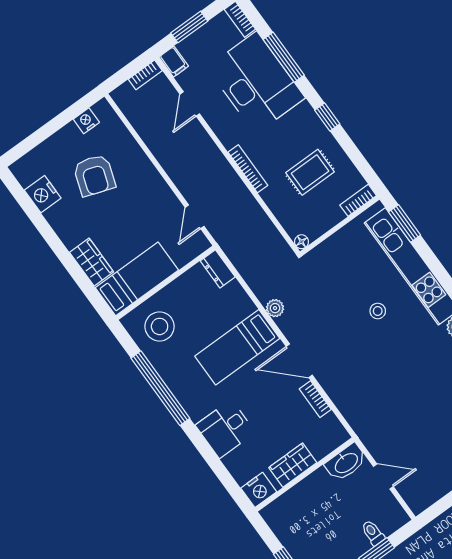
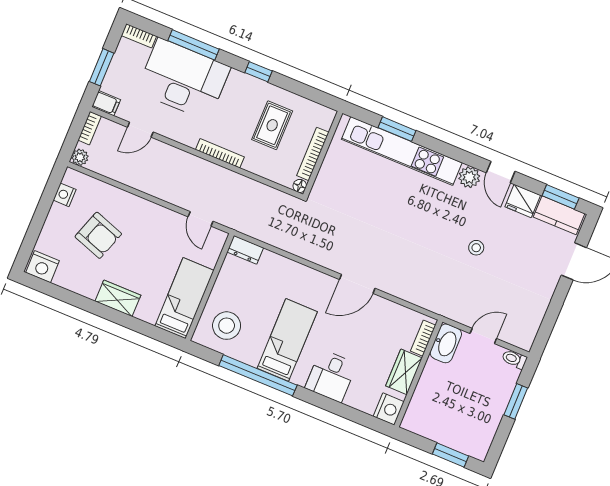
door: (190, 104) -> (140, 130), hinge flipped
nightstand: (43, 194) -> (42, 267), moved
bookcase: (358, 200) -> (313, 154), moved, width x1.56
window: (405, 224) -> (397, 129), moved
wardrobe: (92, 262) -> (118, 298), moved
plant: (275, 308) -> (80, 157), moved
stool: (378, 311) -> (476, 248), moved
bed: (237, 347) -> (287, 340), moved, turned 180
bookcase: (315, 399) -> (423, 338), moved, turned 90
toilet: (373, 533) -> (514, 359), moved

